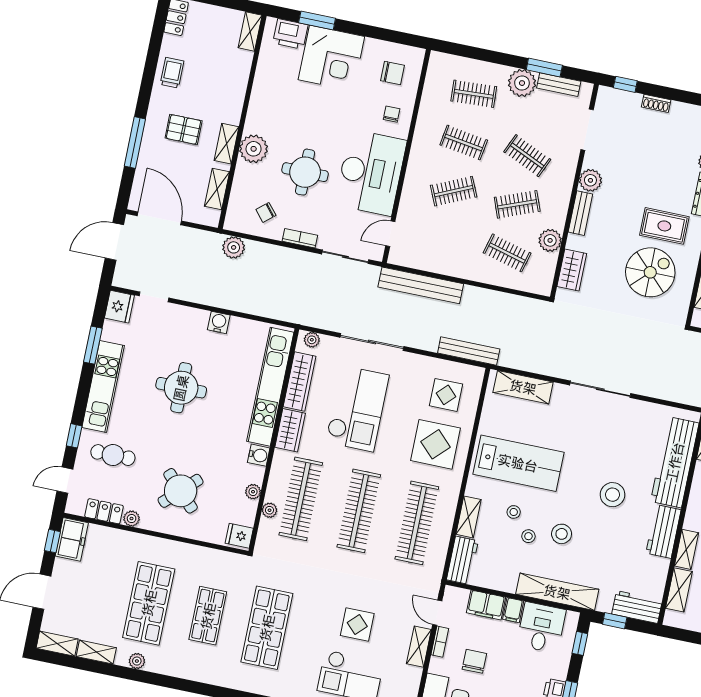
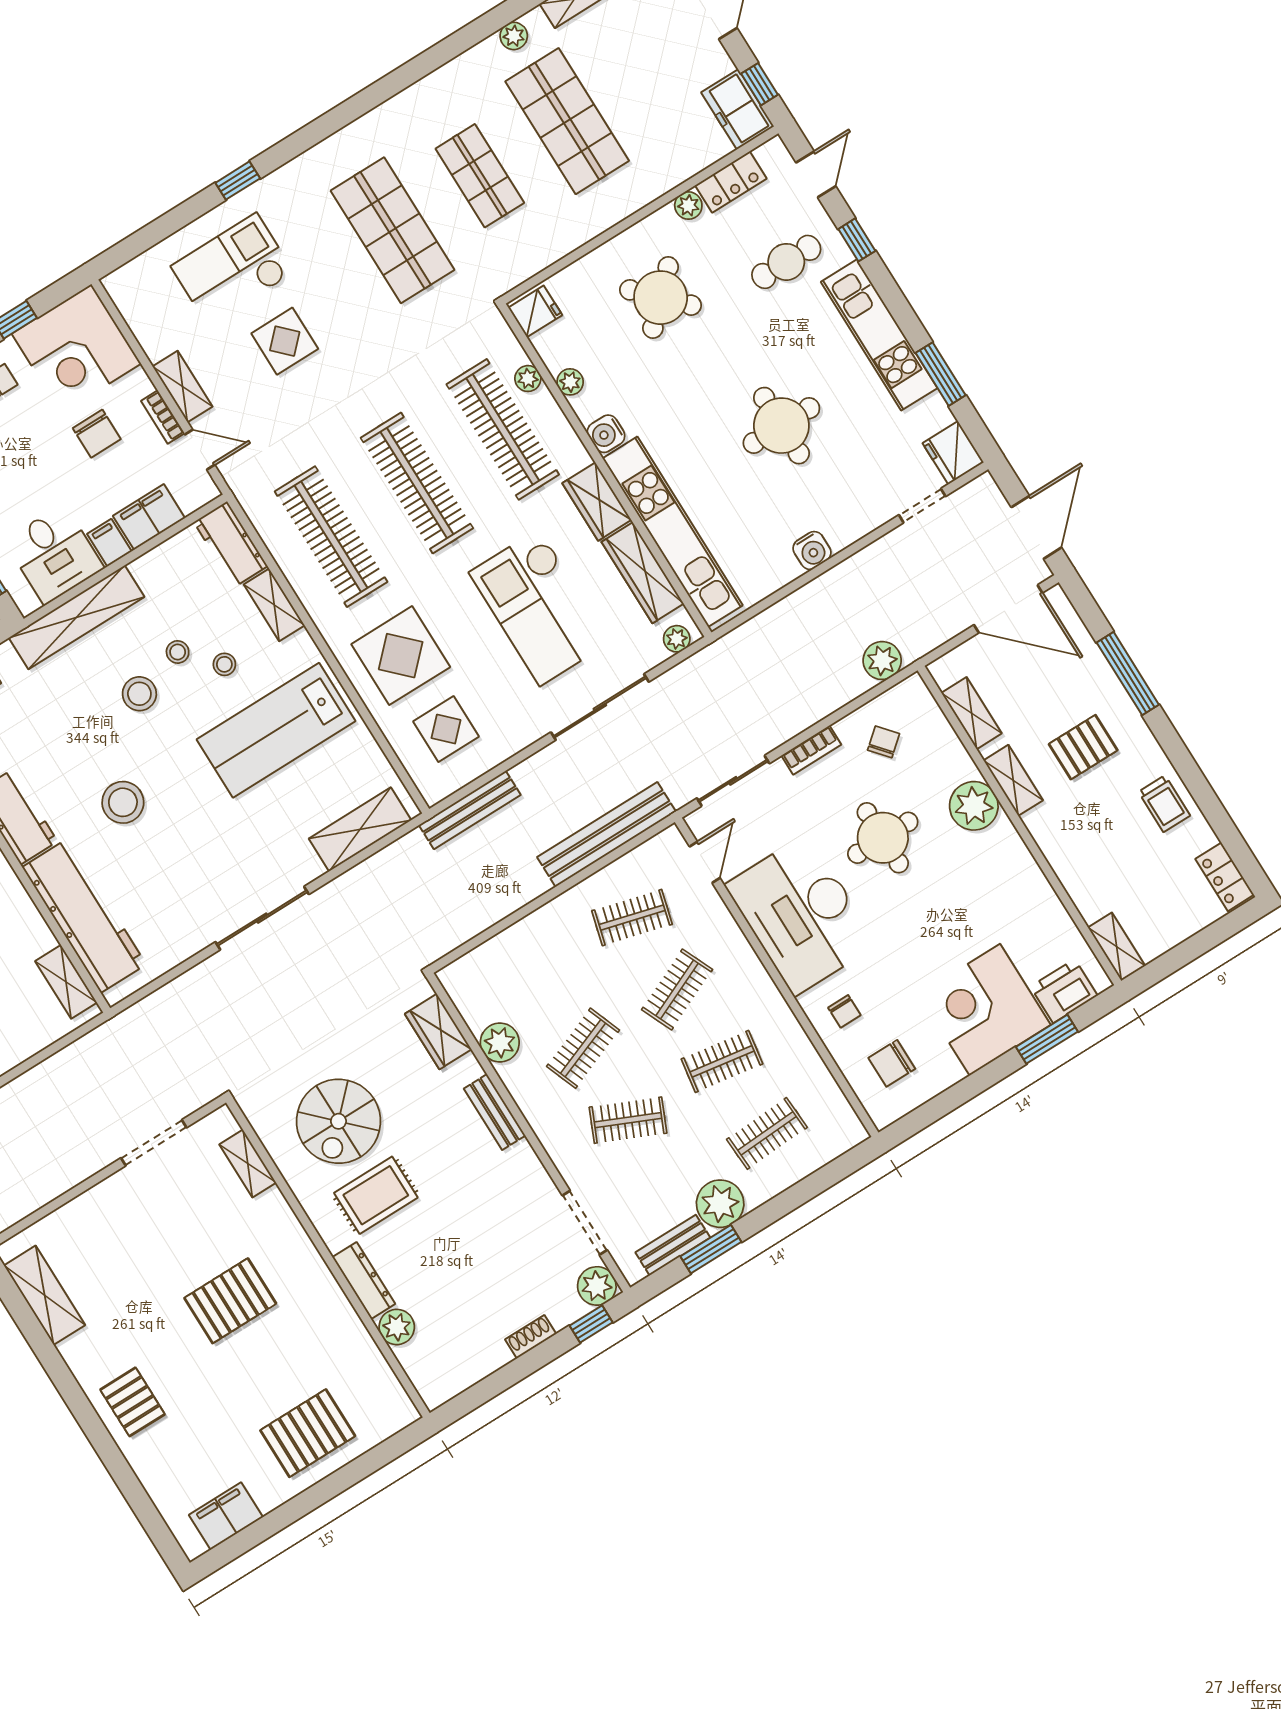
plant: (590, 180) -> (597, 1286), moved
clothes rail: (507, 253) -> (632, 918), moved

